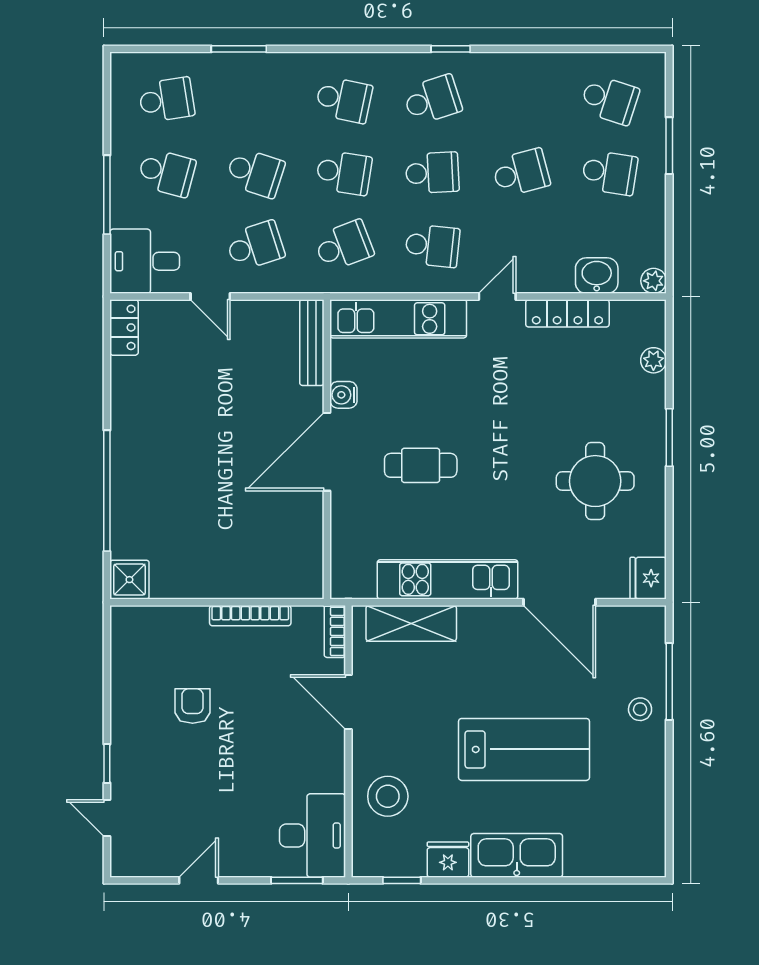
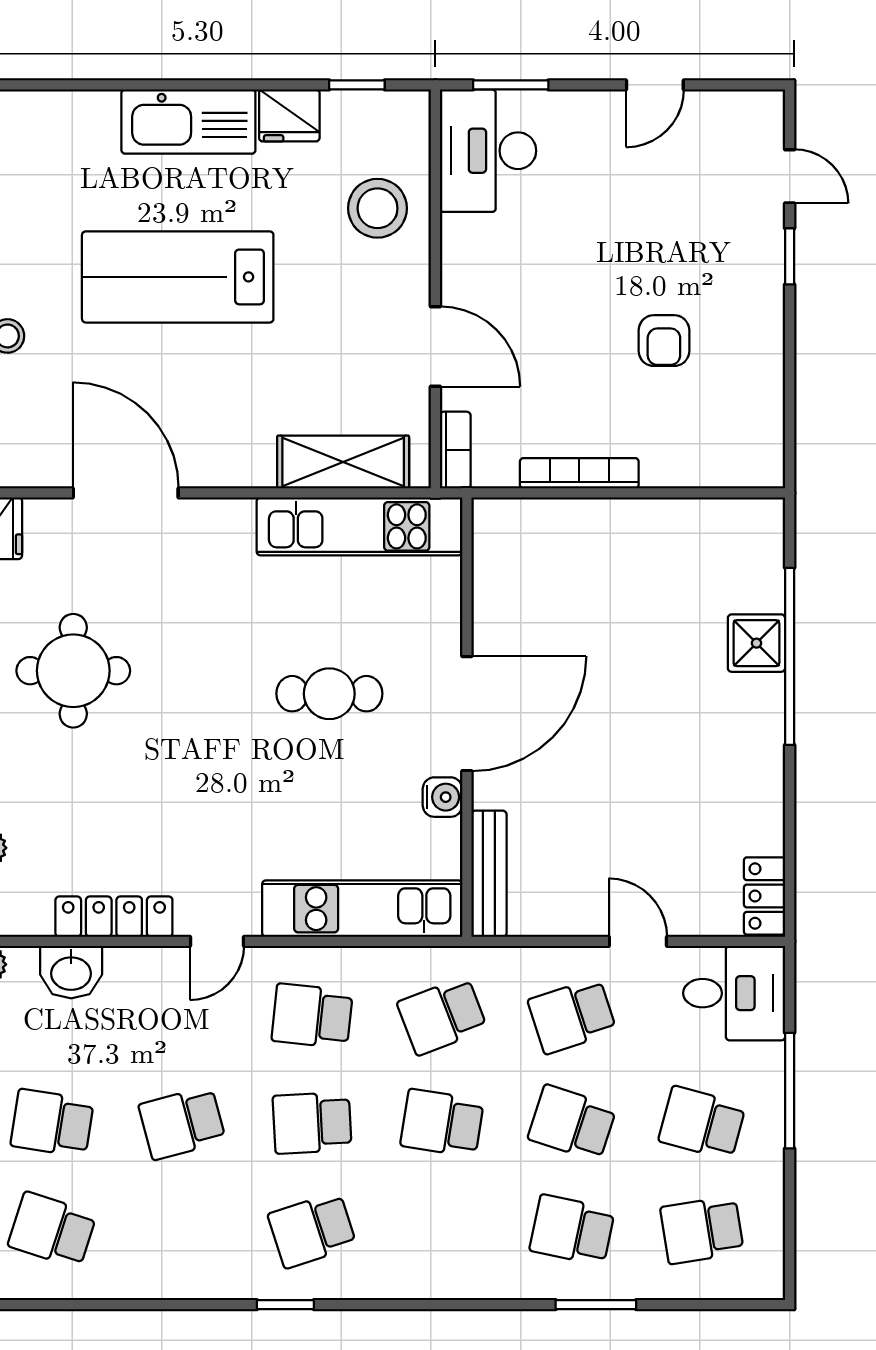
school desk: (344, 100) -> (572, 1230), moved
kitchen unit: (448, 579) -> (359, 526), moved
shower: (129, 580) -> (756, 643), moved

